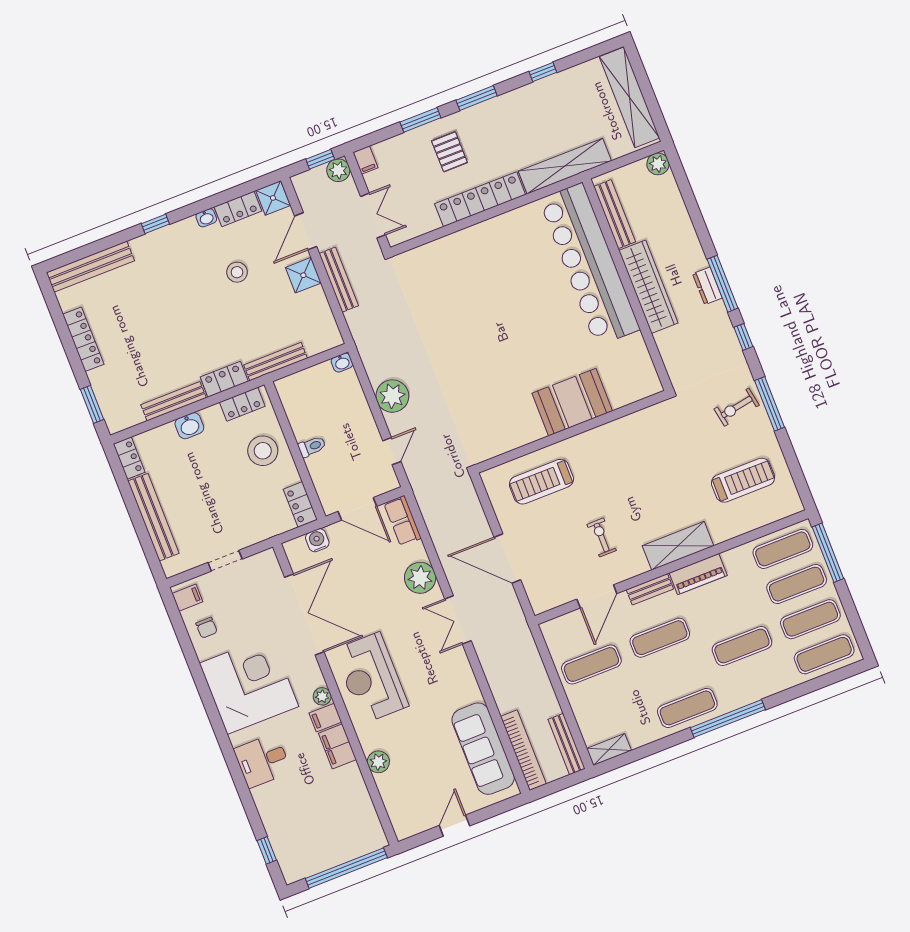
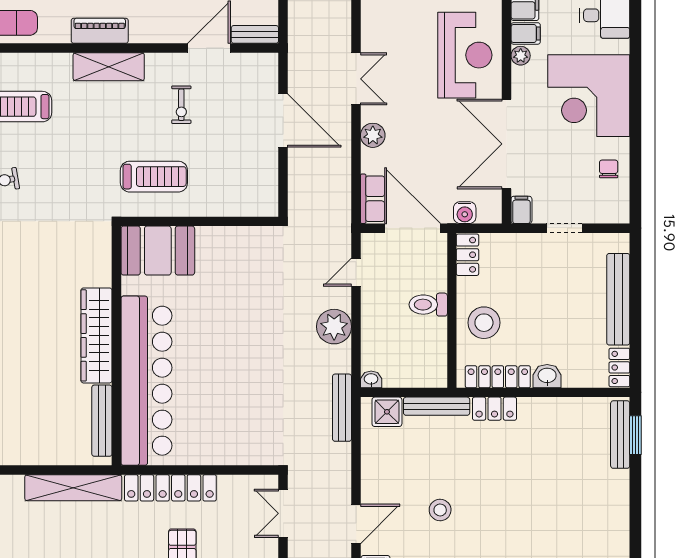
bench: (615, 214) -> (102, 421), moved
bar counter: (589, 264) -> (146, 381), moved
shower: (303, 275) -> (387, 412), moved
bench: (339, 280) -> (342, 408), moved
wall: (628, 285) -> (117, 346), moved
wardrobe: (648, 287) -> (97, 335), moved
locker: (83, 339) -> (619, 503), removed
bench: (174, 401) -> (620, 435), moved, turned 90
locker: (242, 404) -> (498, 377), width x1.53
toilet: (312, 447) -> (428, 305), width x1.37, depth x1.39
treadmill: (541, 482) -> (154, 177), moved
door: (357, 509) -> (413, 228), width x1.36
plant: (420, 578) -> (373, 135), width x0.73, depth x0.73
bench: (650, 589) -> (255, 34), moved
filing cabinet: (187, 598) -> (521, 210), moved, turned 90

